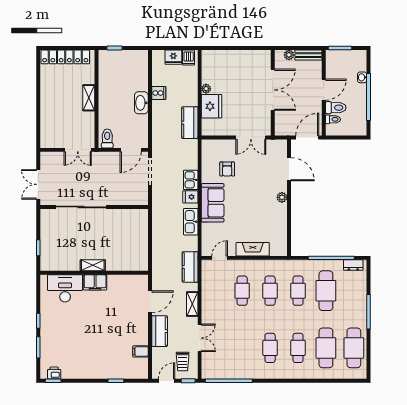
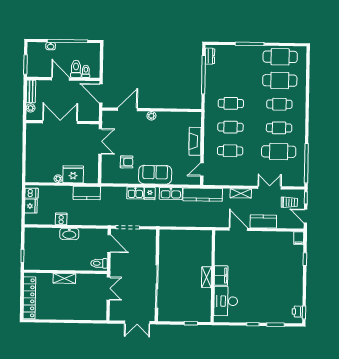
door: (220, 258) -> (202, 170), hinge flipped
kitchen counter: (190, 267) -> (203, 195), width x1.50
cafe table: (326, 291) -> (279, 152), moved
filing cabinet: (140, 351) -> (299, 238), moved

